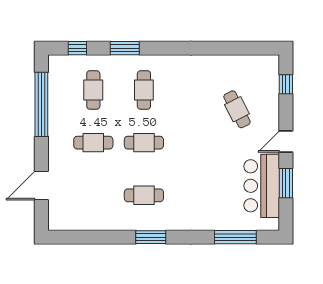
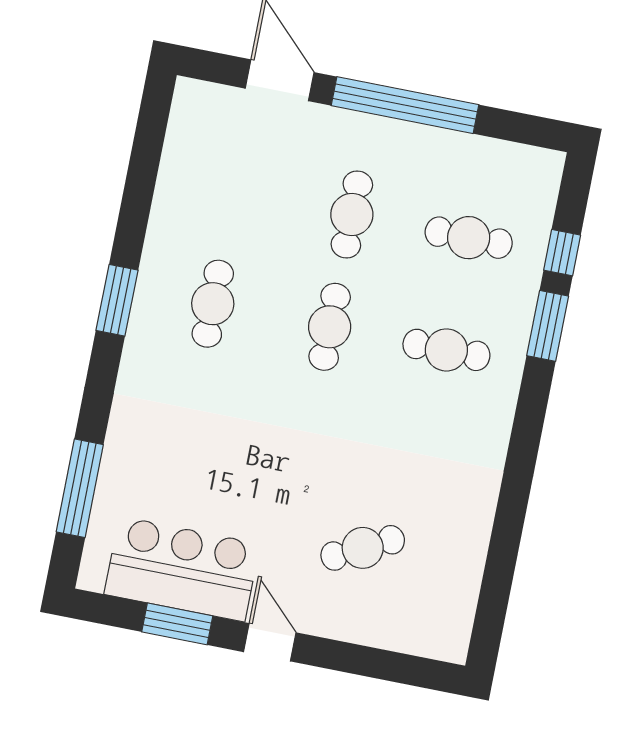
window: (77, 48) -> (562, 253), moved
window: (286, 84) -> (397, 667), removed
window: (41, 104) -> (405, 105), moved

